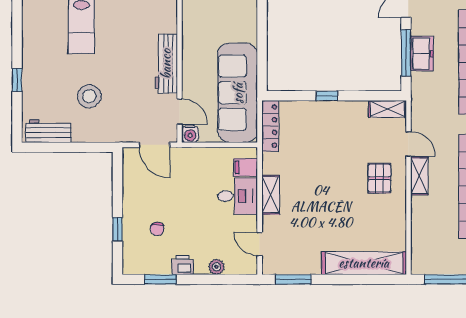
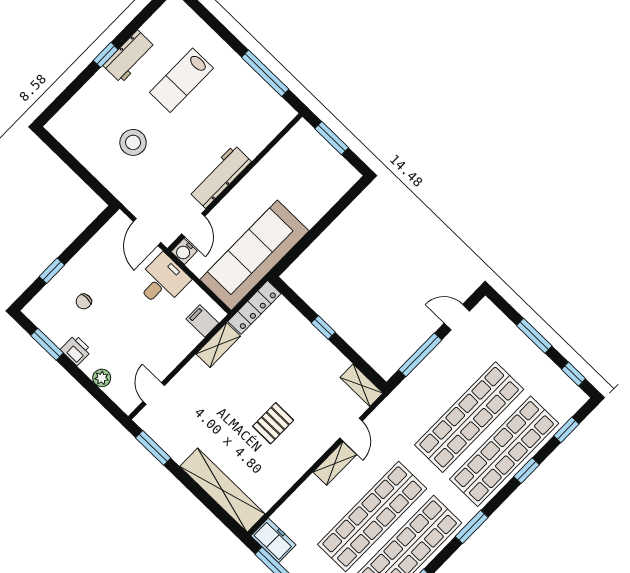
freezer: (422, 54) -> (273, 540), moved, turned -90
window: (17, 80) -> (106, 55), moved
workbench: (48, 131) -> (129, 57), moved, turned 90
pallet: (379, 178) -> (273, 423), moved
shelving: (271, 195) -> (218, 345), moved
desk: (238, 196) -> (162, 281), moved, turned -90

